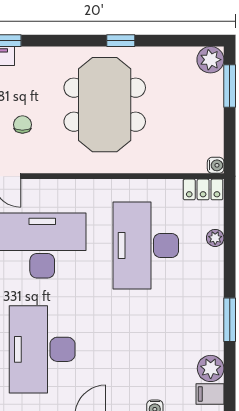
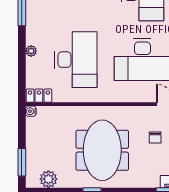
plant: (210, 60) -> (48, 179), moved
plant: (215, 238) -> (31, 51), moved

